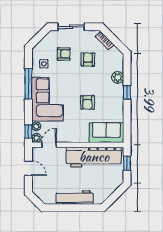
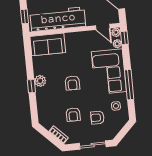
plant: (118, 77) -> (40, 81), moved
armchair: (87, 102) -> (72, 83), moved, turned 180
door: (49, 145) -> (103, 27), hinge flipped

